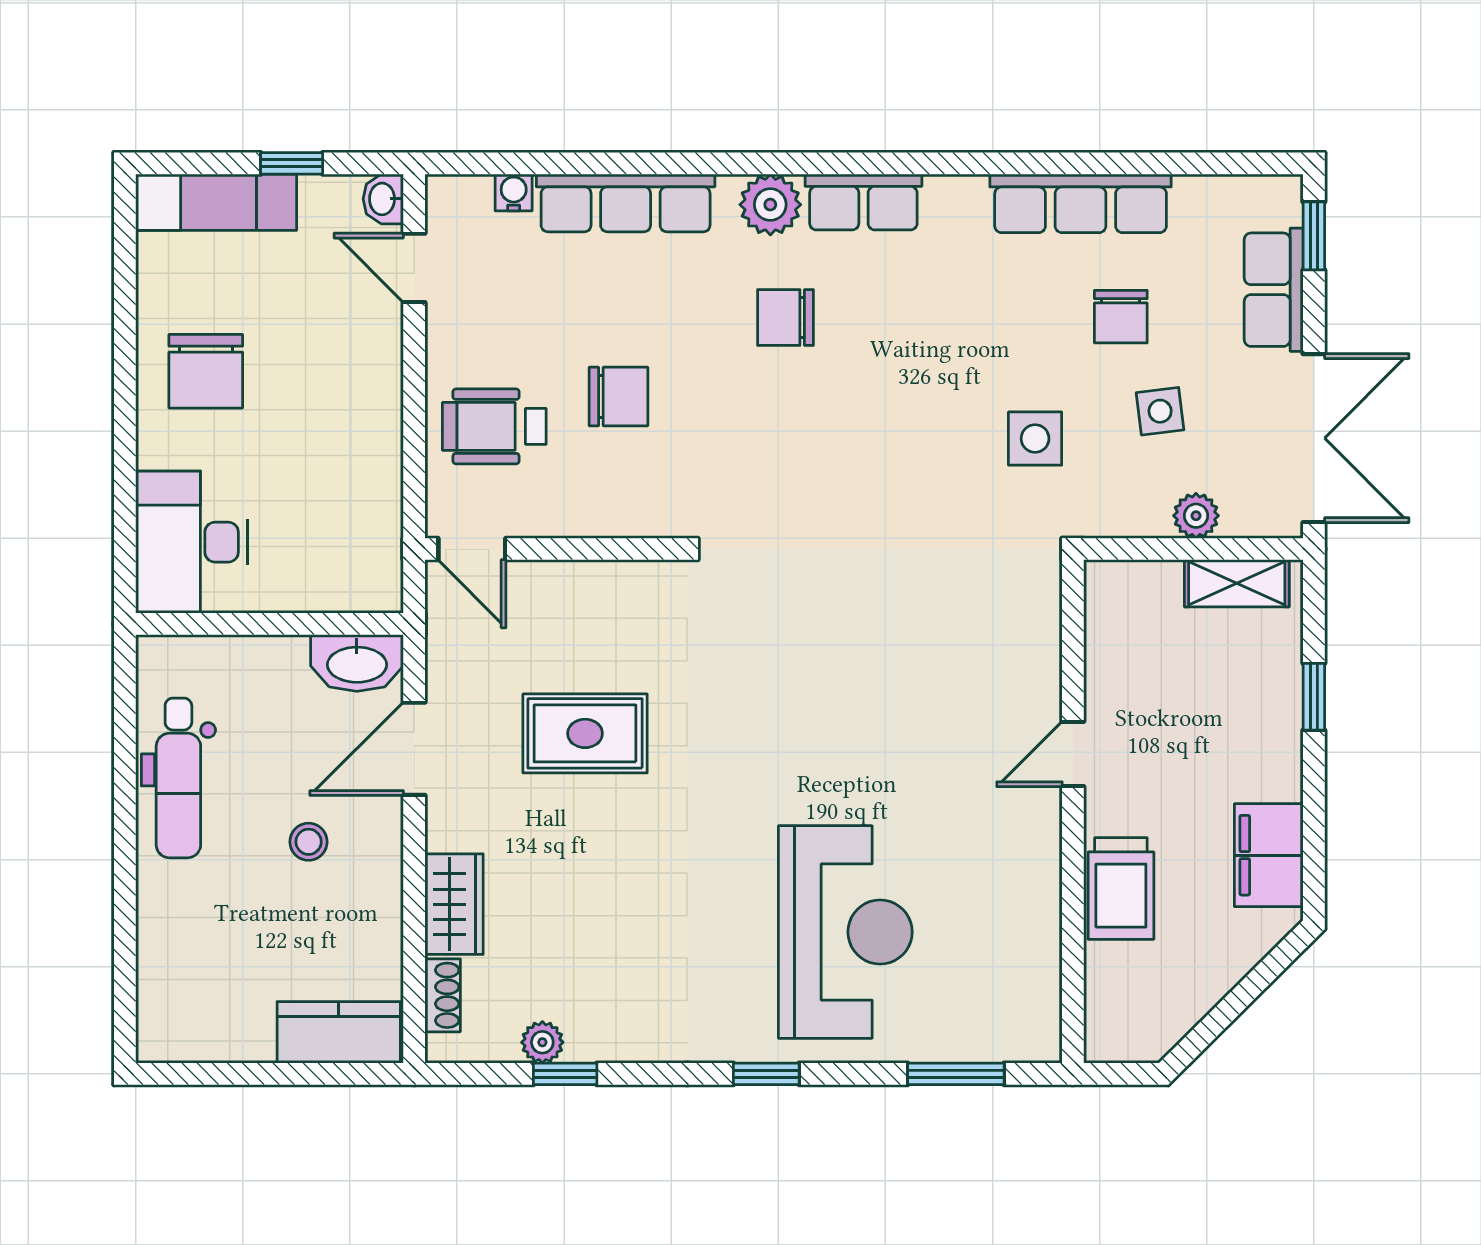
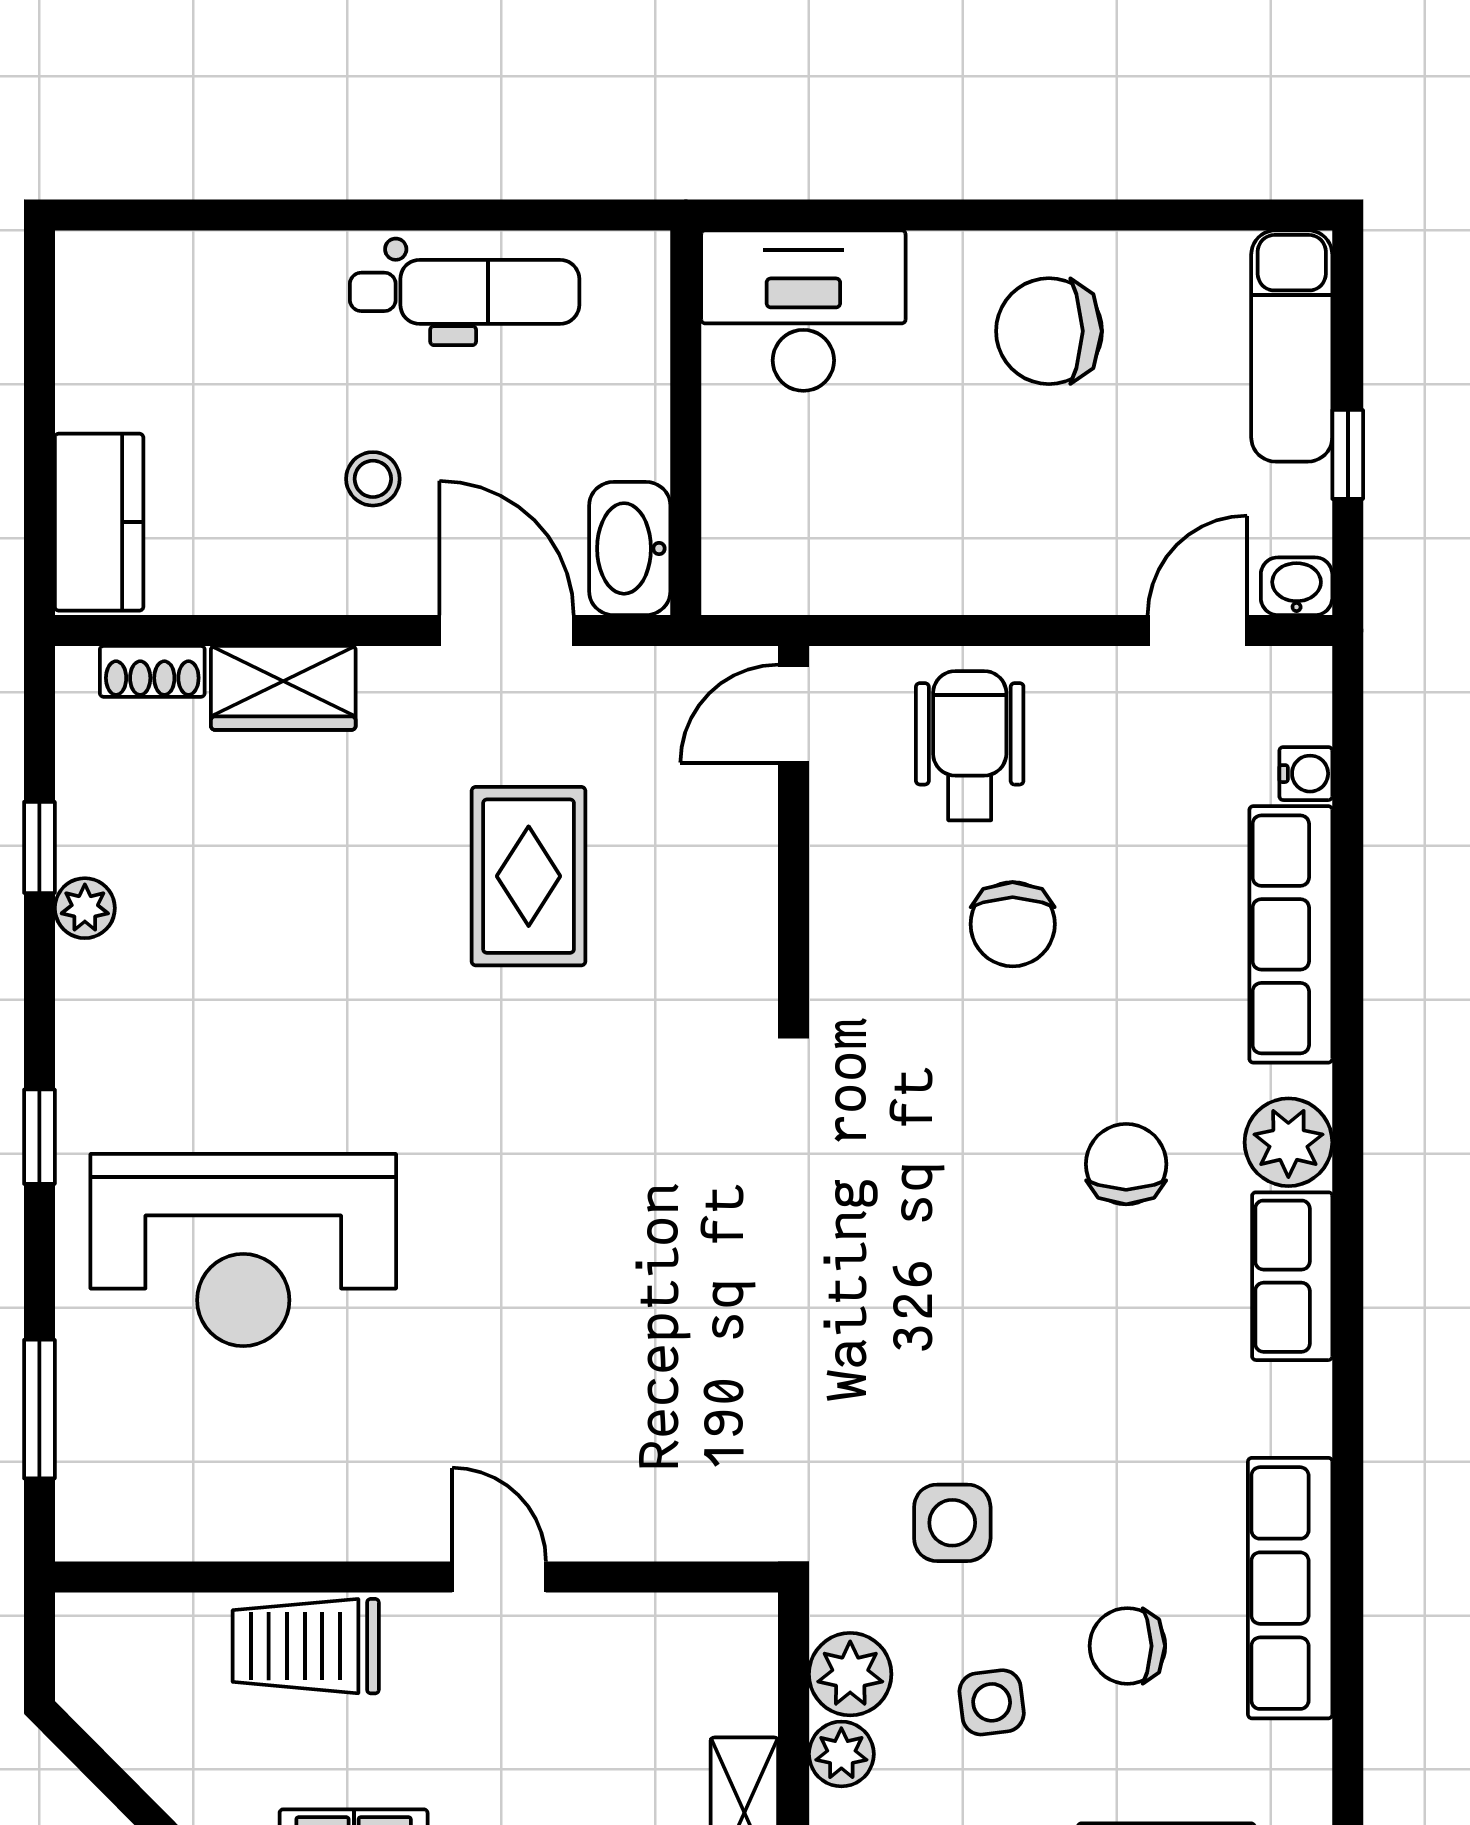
plant: (1140, 510) -> (850, 1674), added
dental chair: (178, 778) -> (465, 292), turned 180
plant: (542, 1042) -> (85, 908), moved

